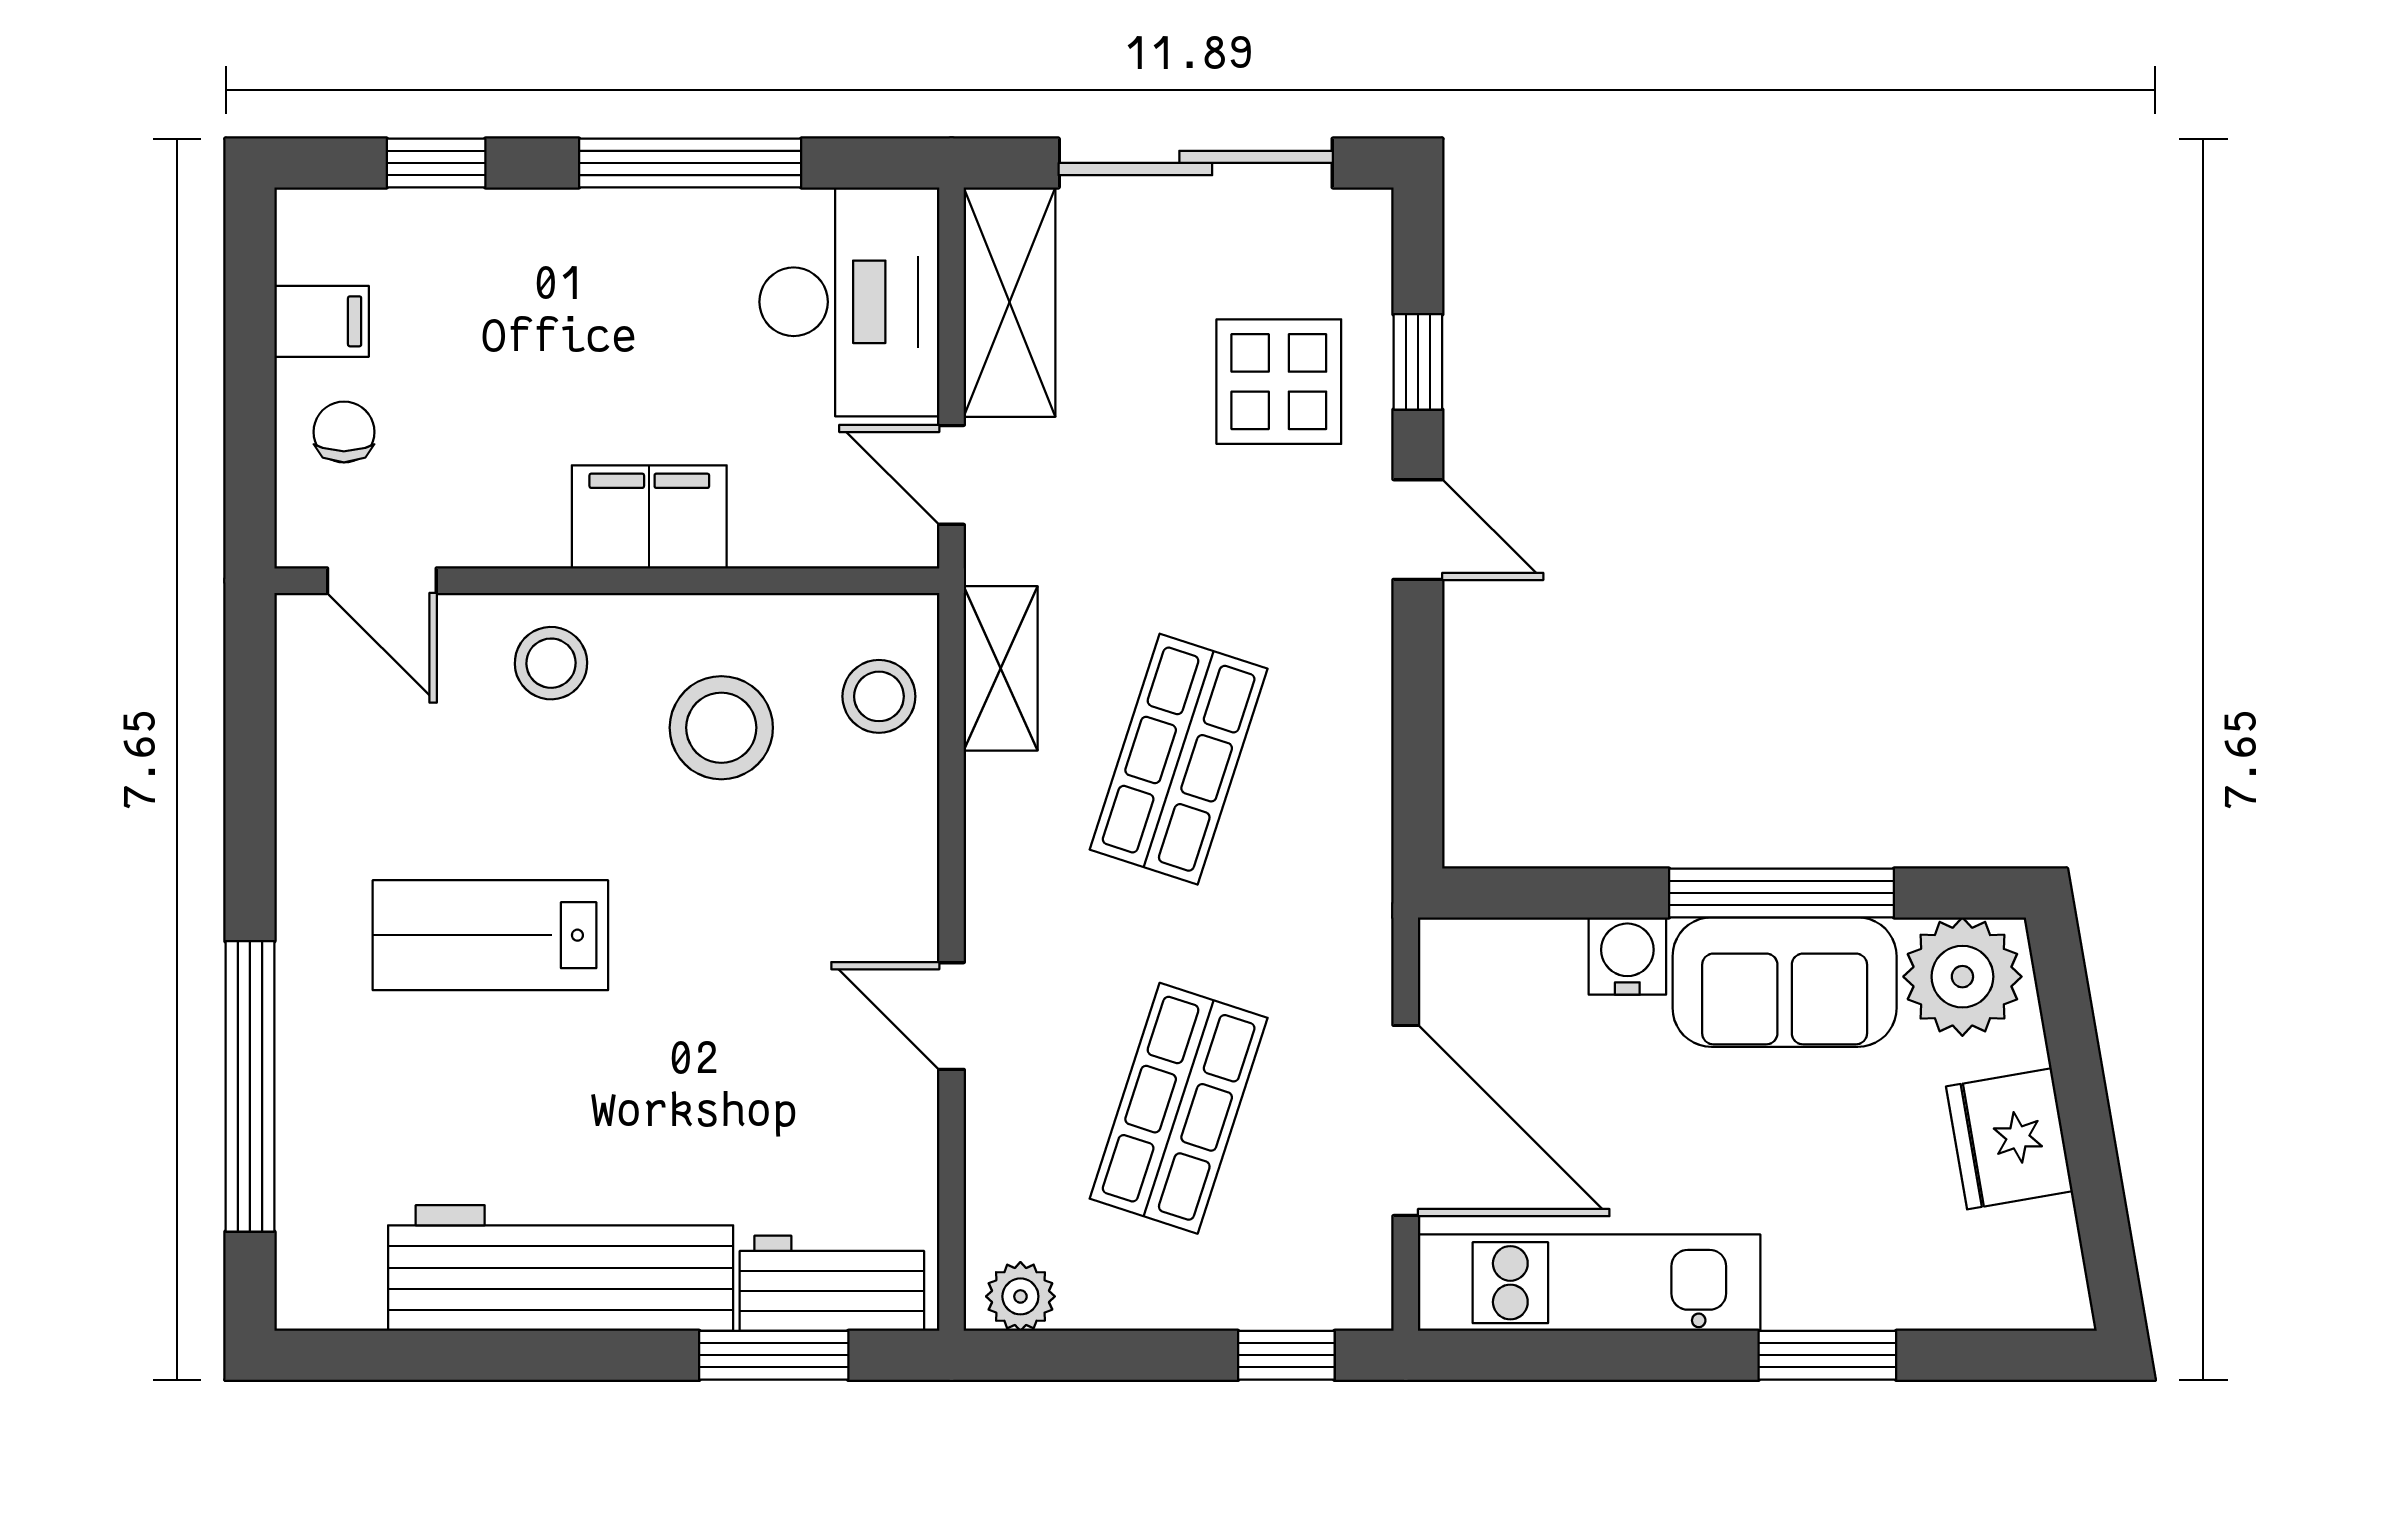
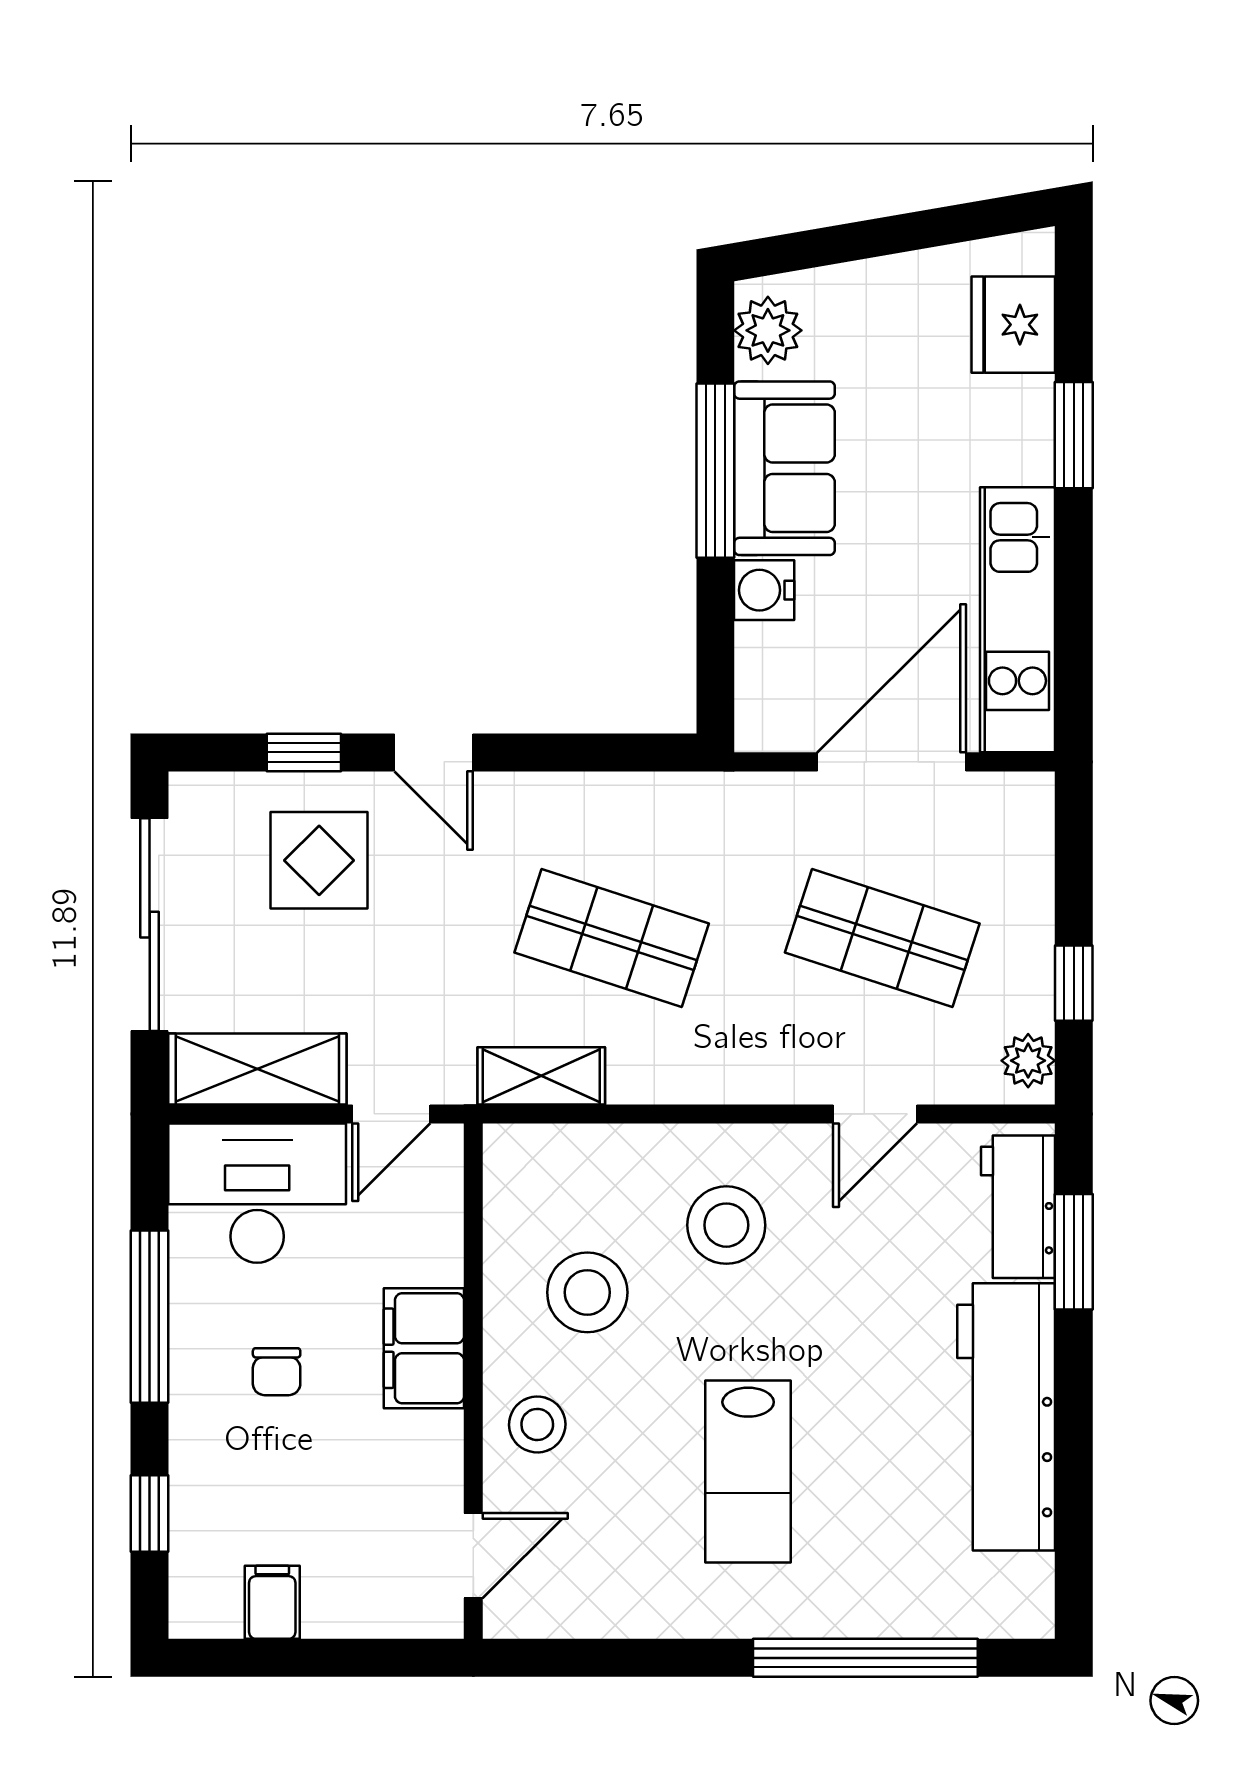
chair: (344, 432) -> (277, 1372), moved, turned -90
door: (1418, 530) -> (434, 752), swing flipped
stool: (879, 696) -> (726, 1225), moved, width x1.38, depth x1.38
plant: (1962, 977) -> (768, 330), width x0.73, depth x0.73
door: (952, 1016) -> (875, 1114), moved
fridge: (2009, 1139) -> (1013, 325), moved, turned 100
window: (1286, 1355) -> (1074, 983), moved

